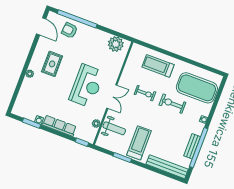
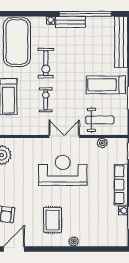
rug: (52, 64) -> (53, 220), turned 90
weight bench: (114, 128) -> (100, 120), turned 90
bench: (192, 146) -> (71, 22), moved

